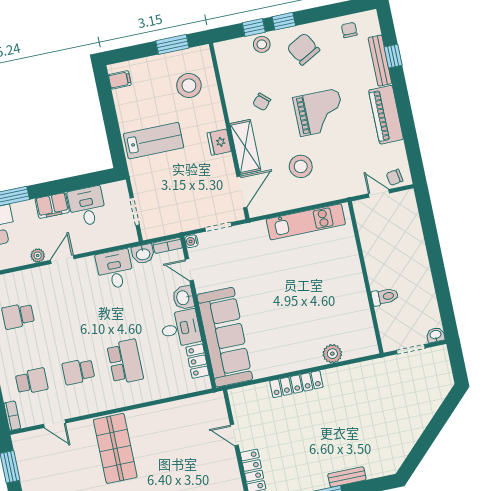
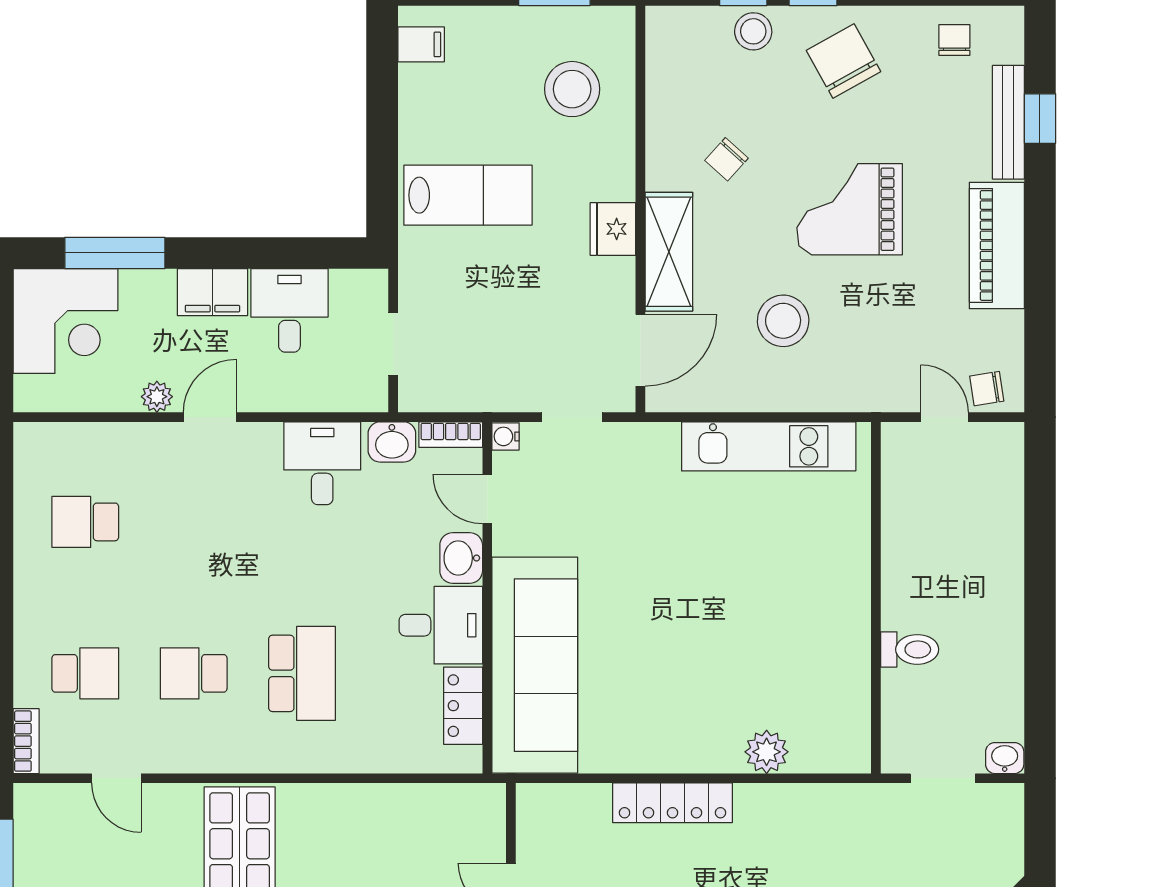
grand piano: (319, 112) -> (850, 209), turned 180

